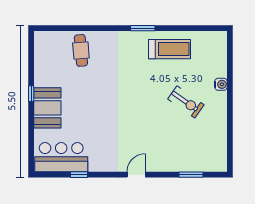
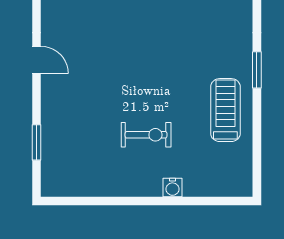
treadmill: (169, 49) -> (225, 110), turned 180
exercise bike: (186, 102) -> (146, 135), turned -125

